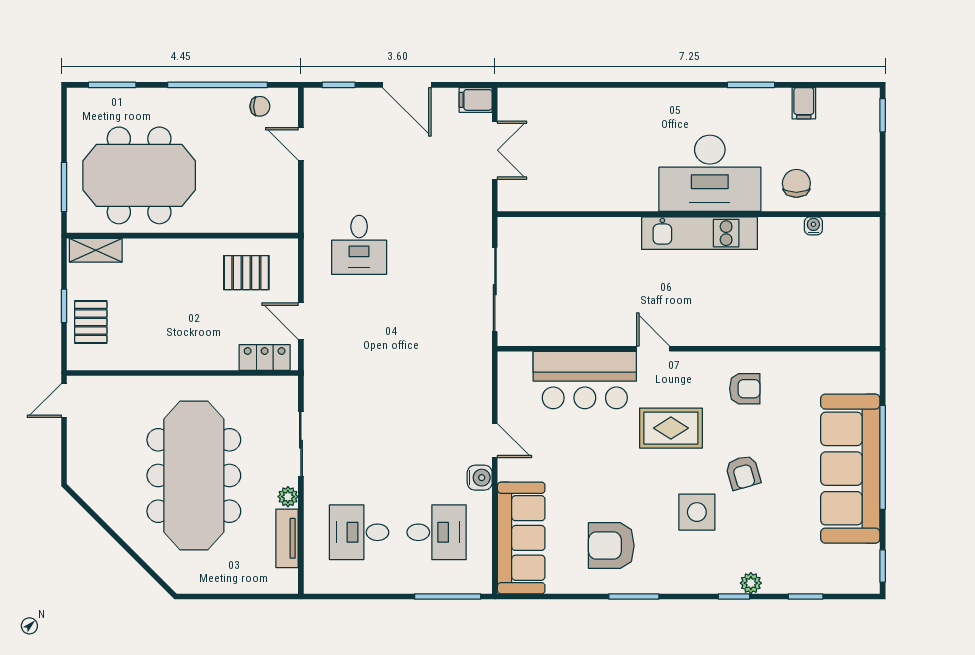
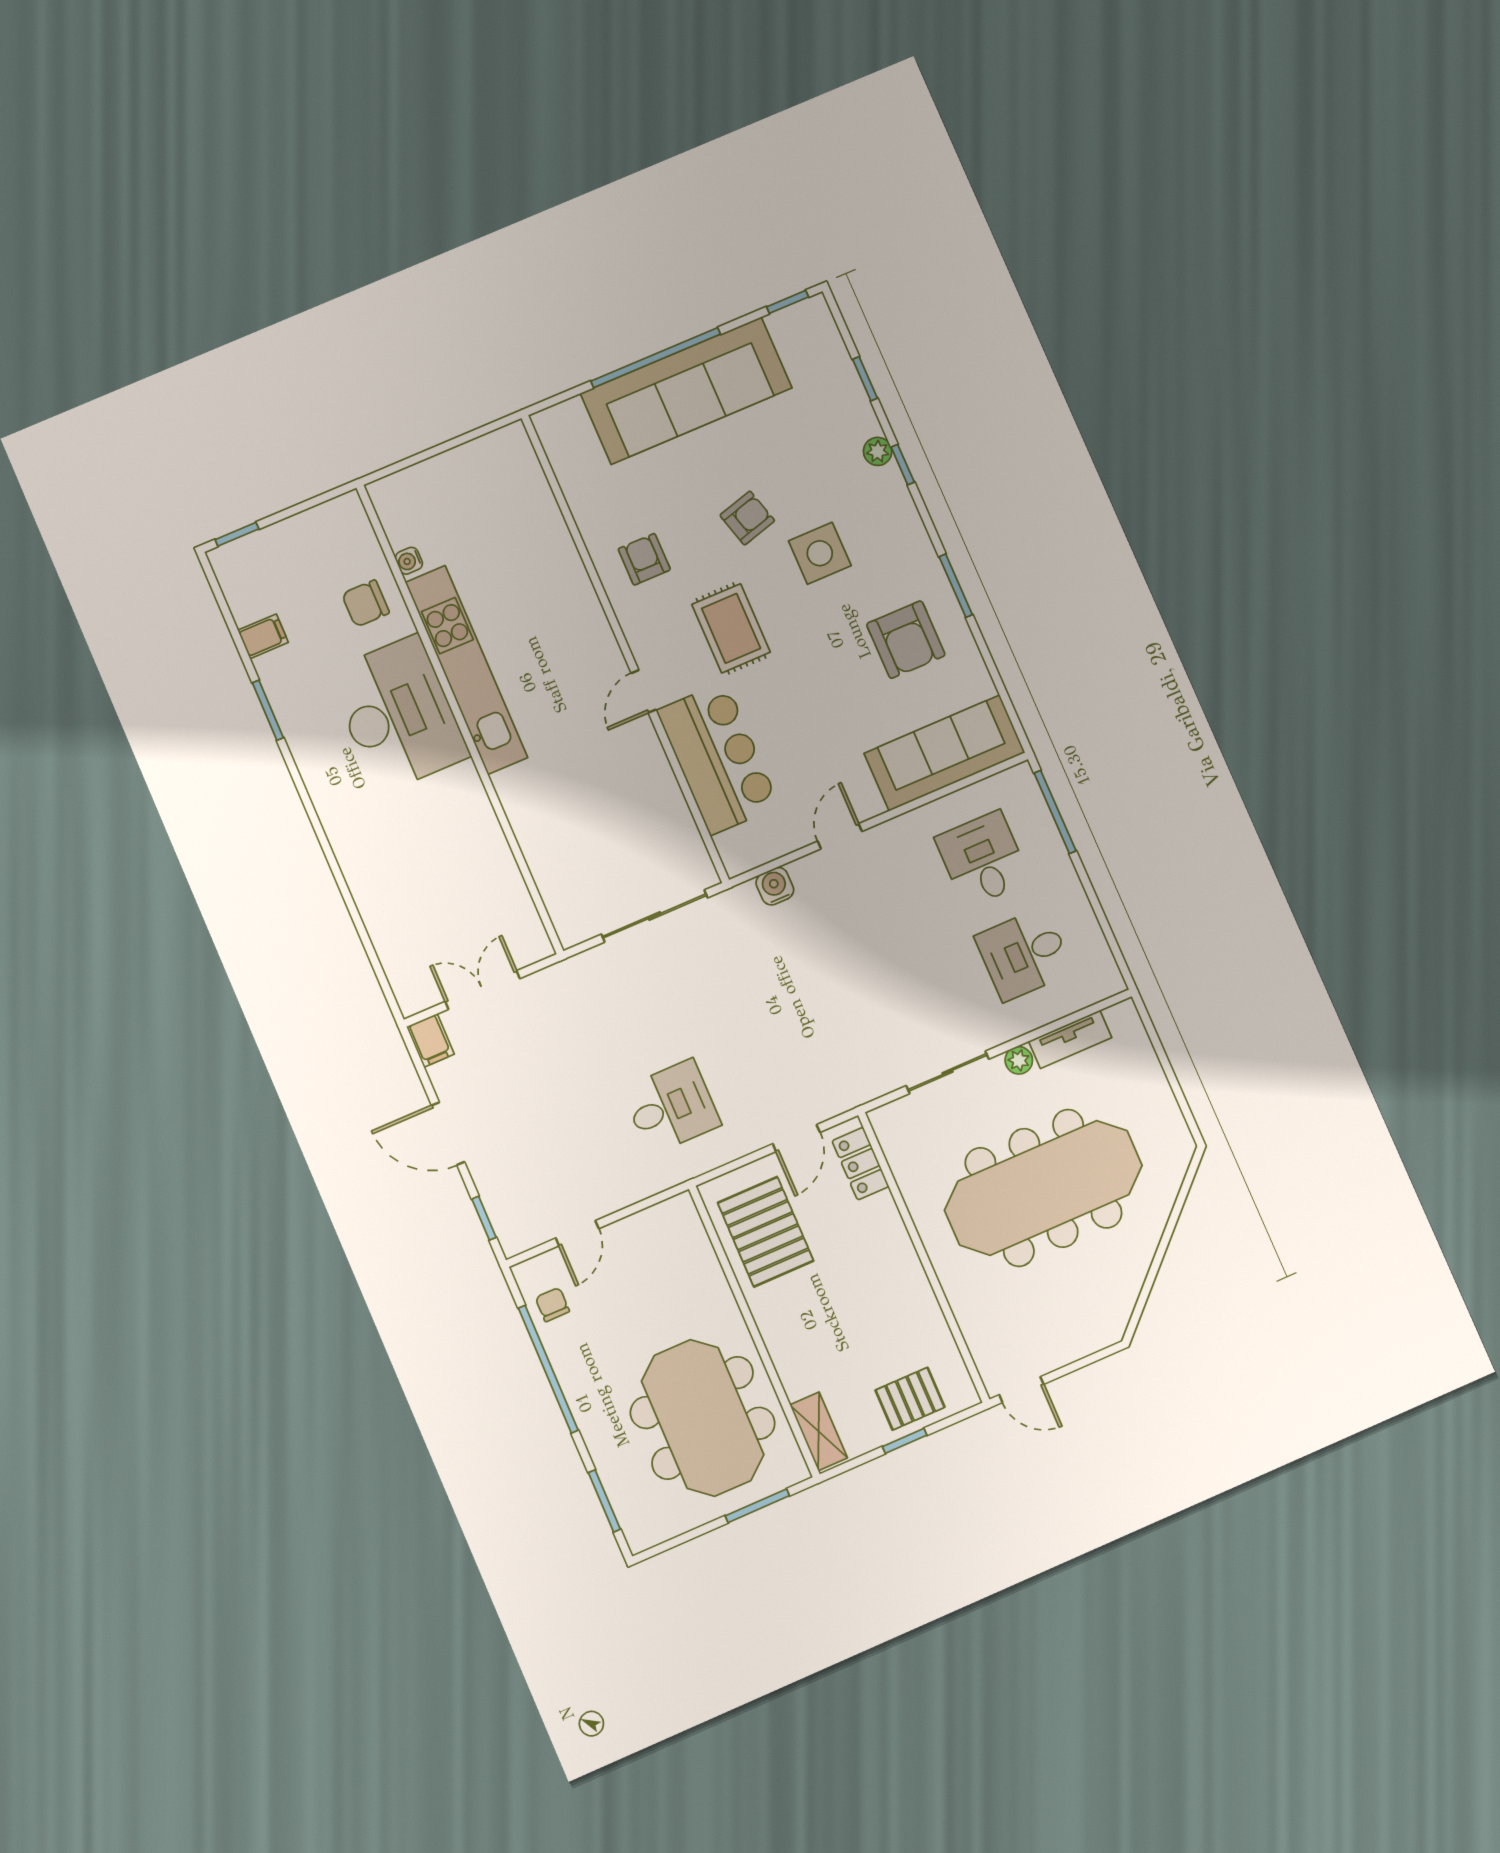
door: (407, 85) -> (448, 1134), swing flipped
kitchen unit: (699, 233) -> (466, 670), width x1.36
pallet: (246, 273) -> (766, 1232), width x1.50, depth x1.42
water cooler: (480, 478) -> (775, 886), moved
desk: (359, 532) -> (1024, 954), turned 90

